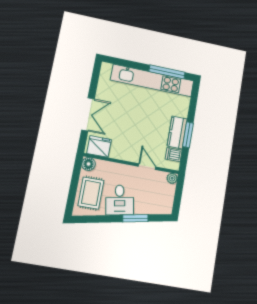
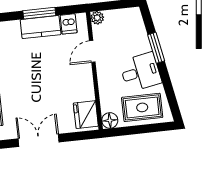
double door: (88, 114) -> (39, 140), moved

